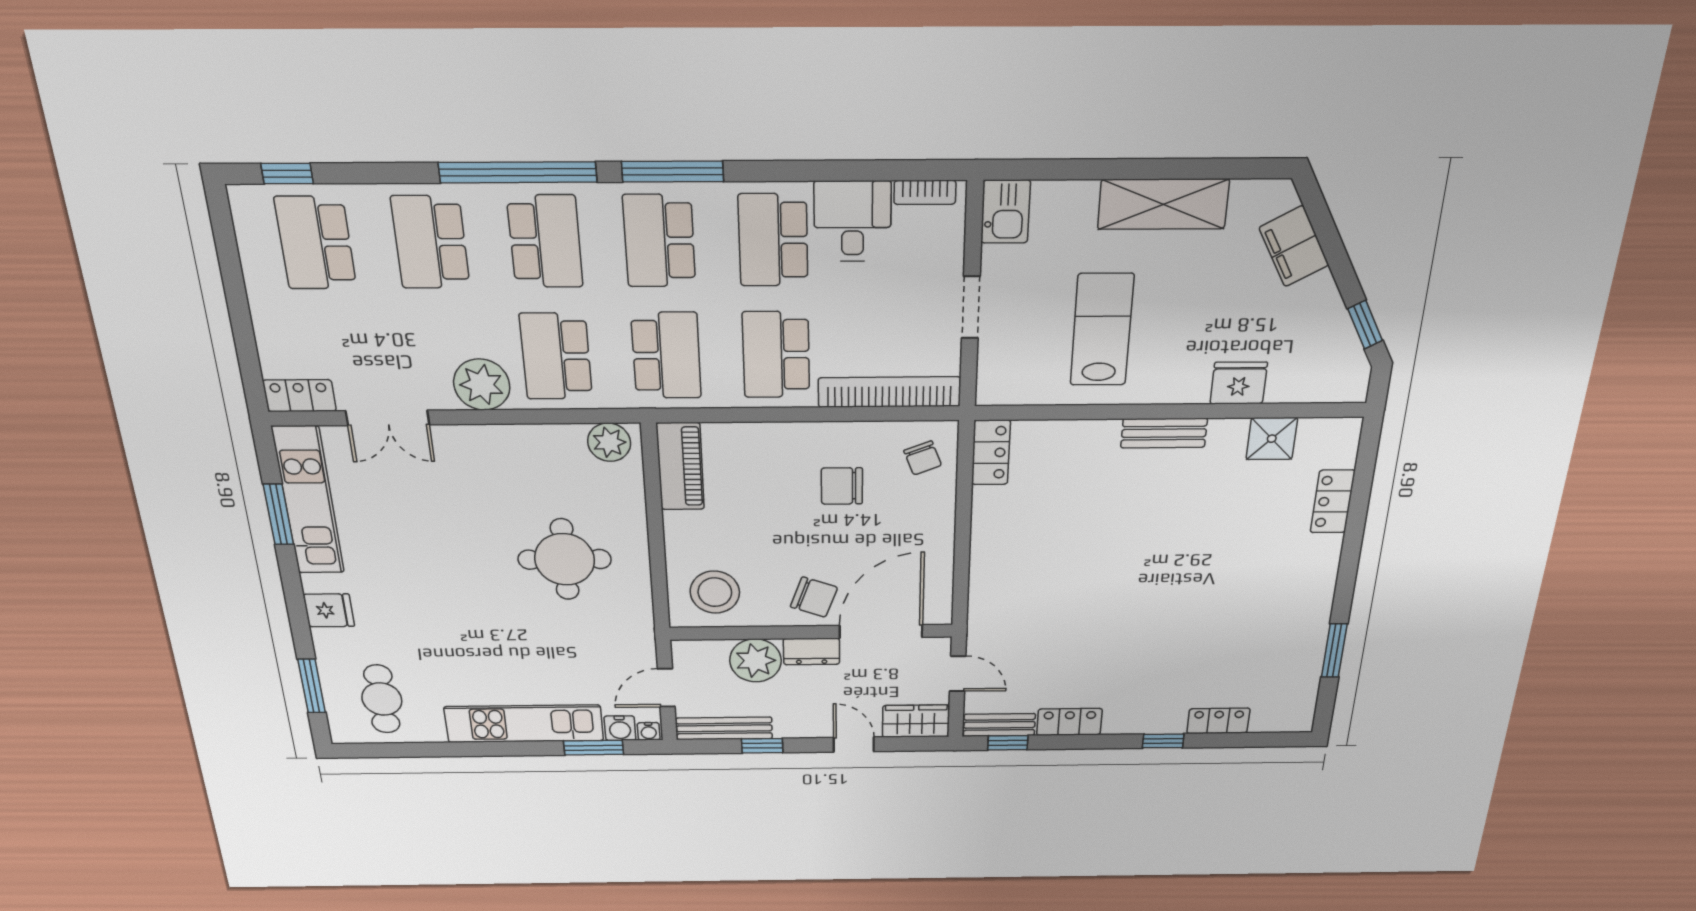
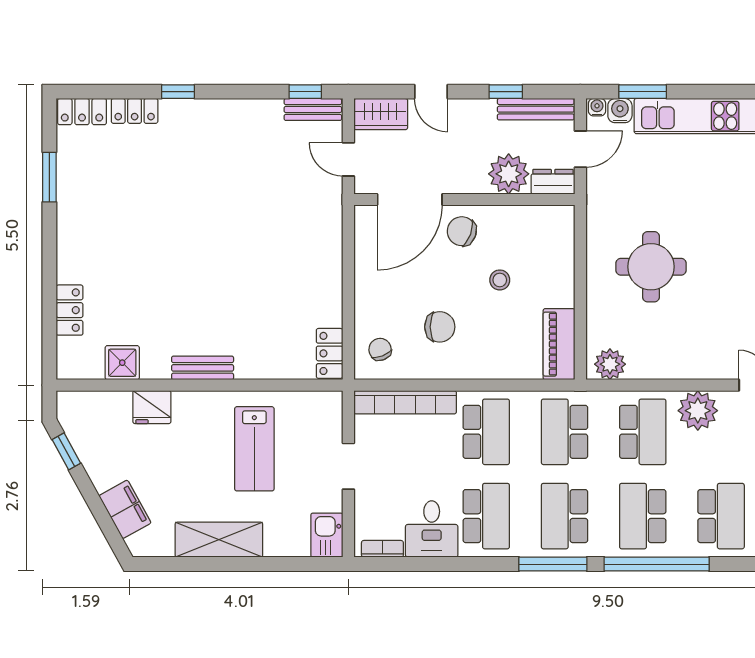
school desk: (659, 241) -> (564, 516), turned 180
stool: (715, 592) -> (500, 280), moved, width x0.53, depth x0.53
dresser: (811, 651) -> (553, 182), moved
locker: (1069, 722) -> (82, 112), moved

